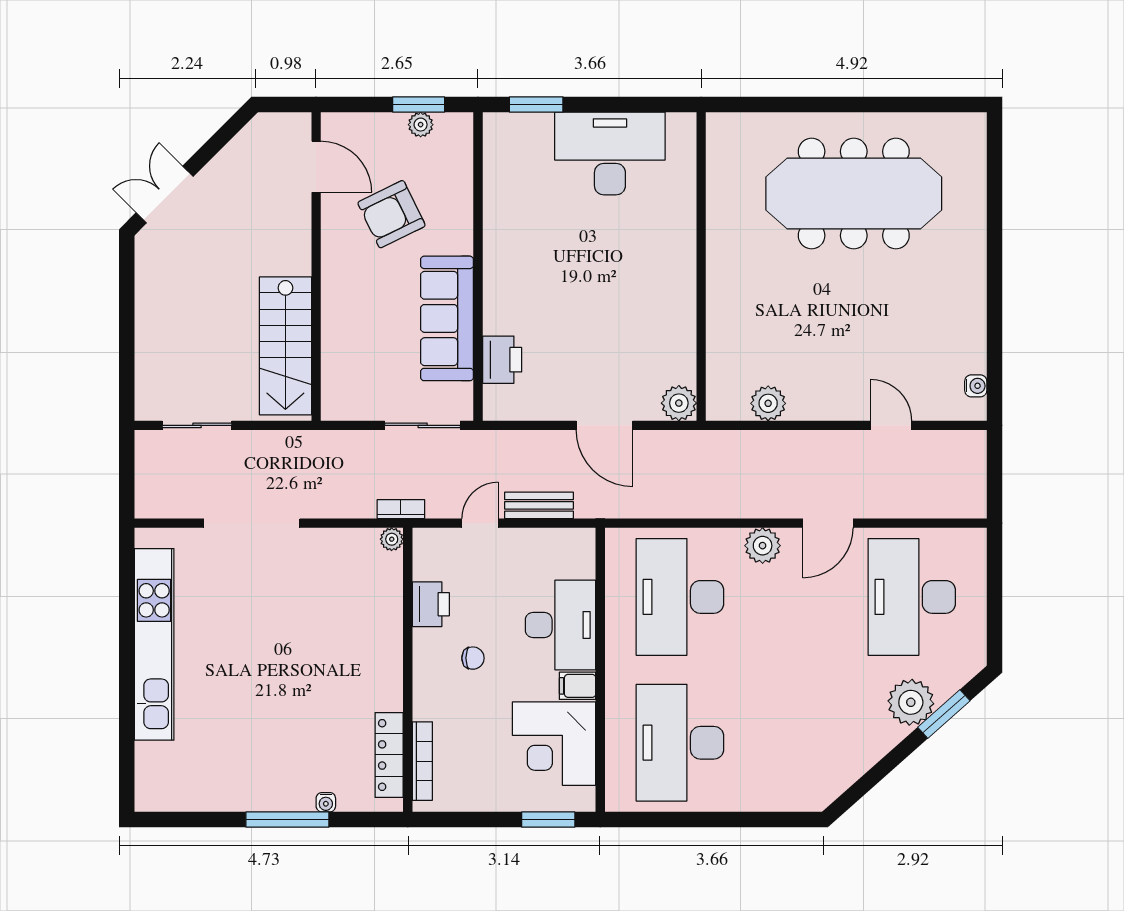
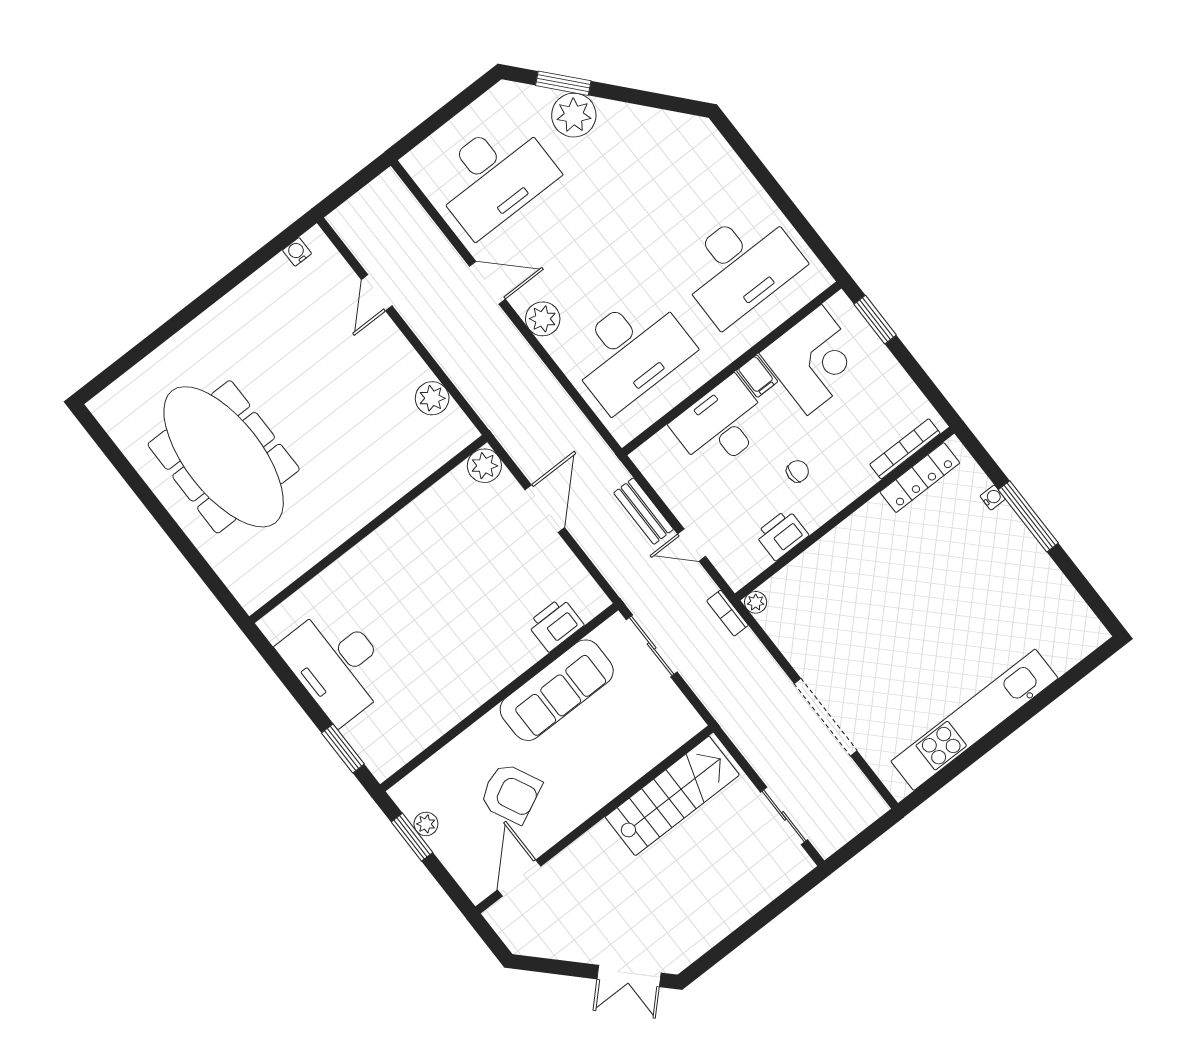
chair: (473, 658) -> (798, 471), turned 90

